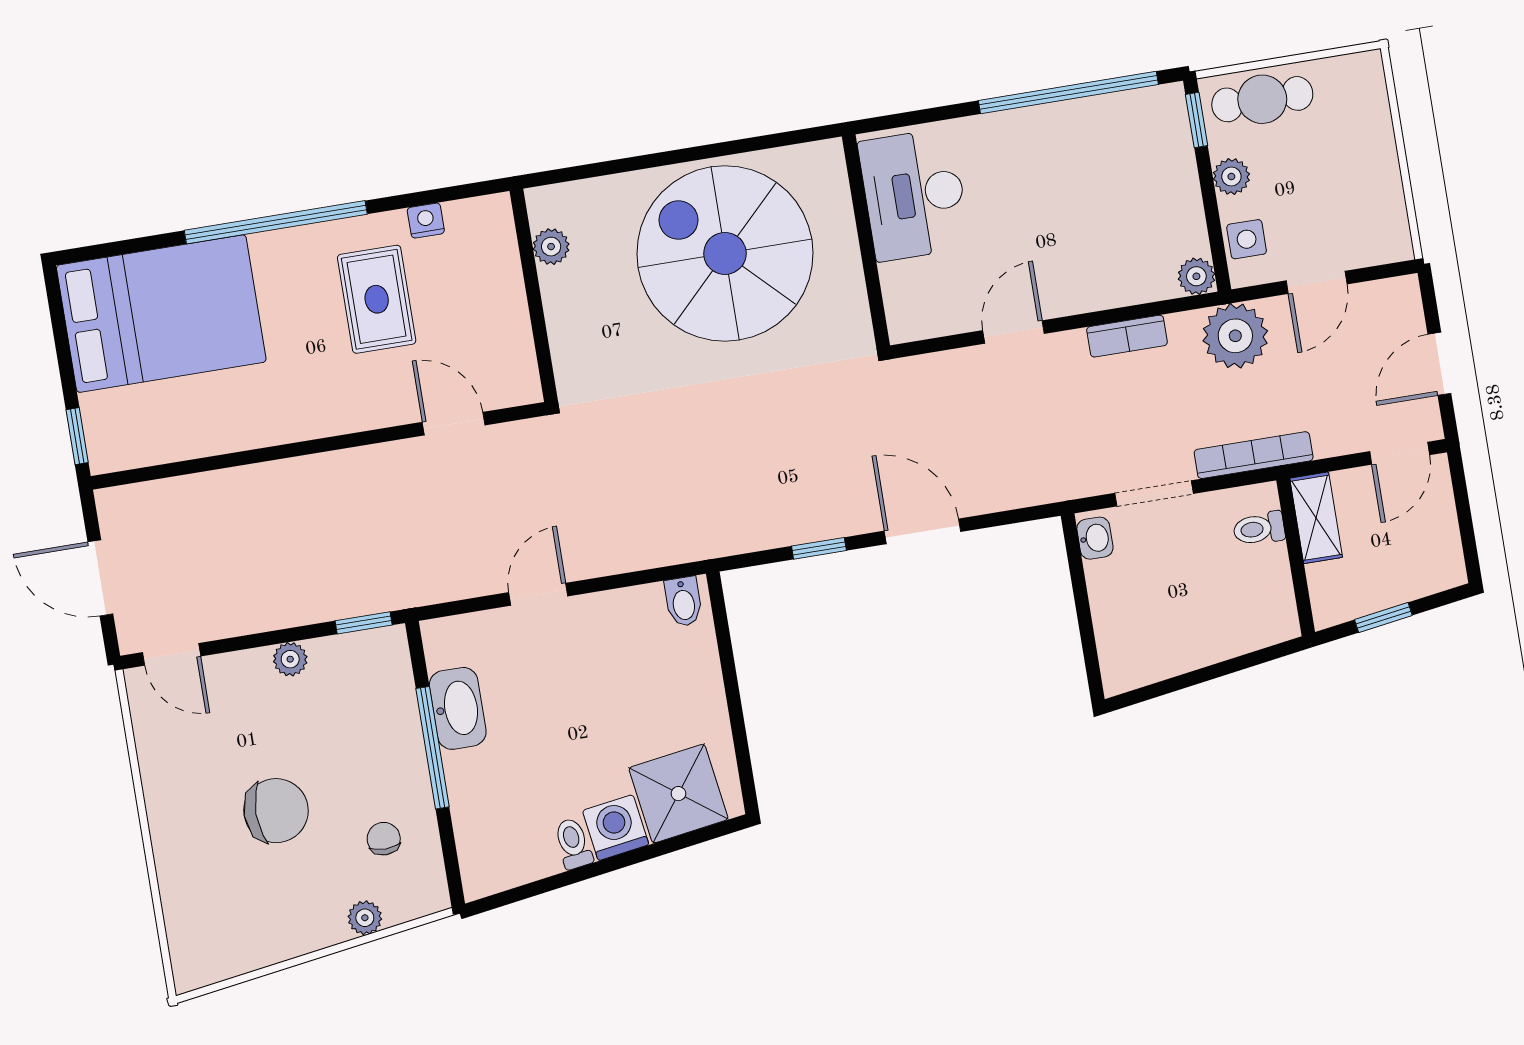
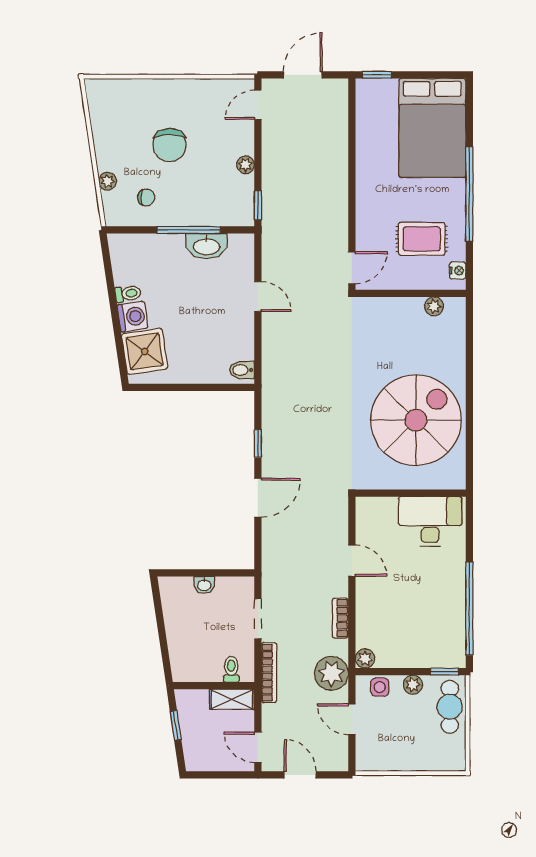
plant: (551, 247) -> (434, 306), moved
wall: (534, 295) -> (411, 293), moved
washbasin: (1095, 538) -> (204, 585), moved

